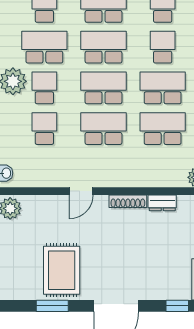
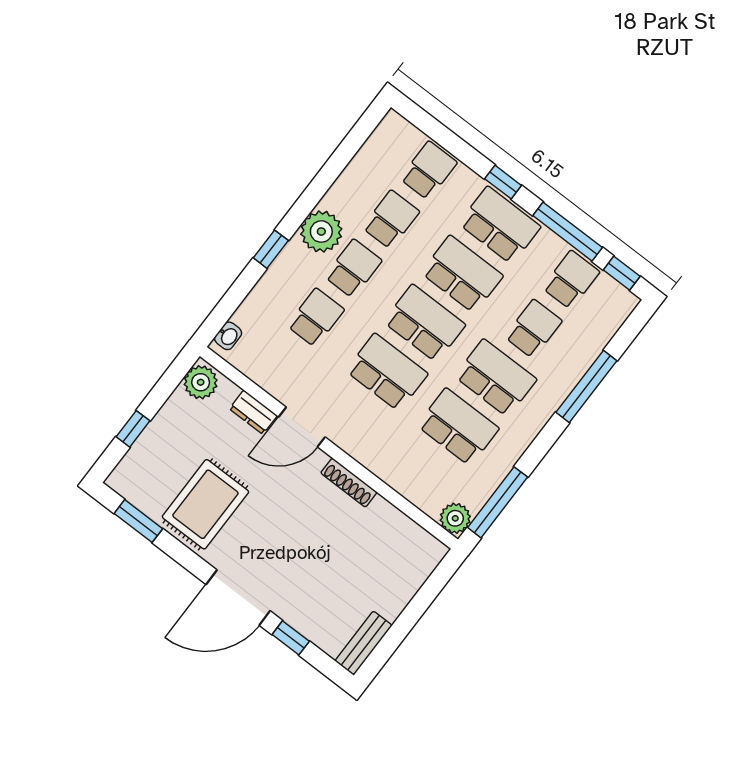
school desk: (44, 47) -> (391, 220), width x0.54
door: (81, 191) -> (302, 427), width x1.38
dresser: (162, 203) -> (253, 412), moved
window: (52, 306) -> (138, 521), moved
window: (177, 306) -> (291, 638), moved

